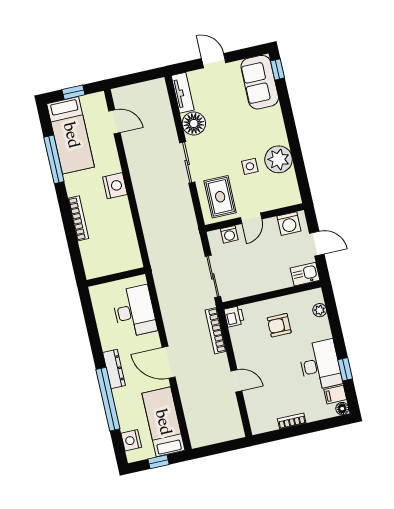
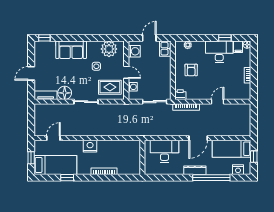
sofa: (260, 82) -> (71, 50), moved
window: (54, 159) -> (67, 178), width x0.46
plant: (279, 159) -> (109, 49), moved

